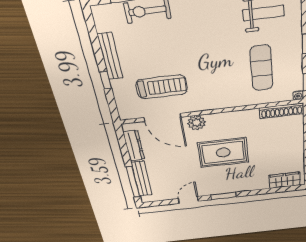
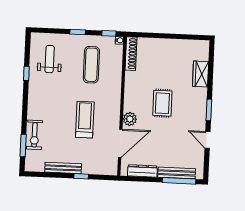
exercise mat: (262, 68) -> (91, 65), turned 90
treadmill: (162, 87) -> (85, 120), moved
rug: (223, 153) -> (162, 103), width x0.73, depth x0.70
wardrobe: (285, 180) -> (201, 74), moved

